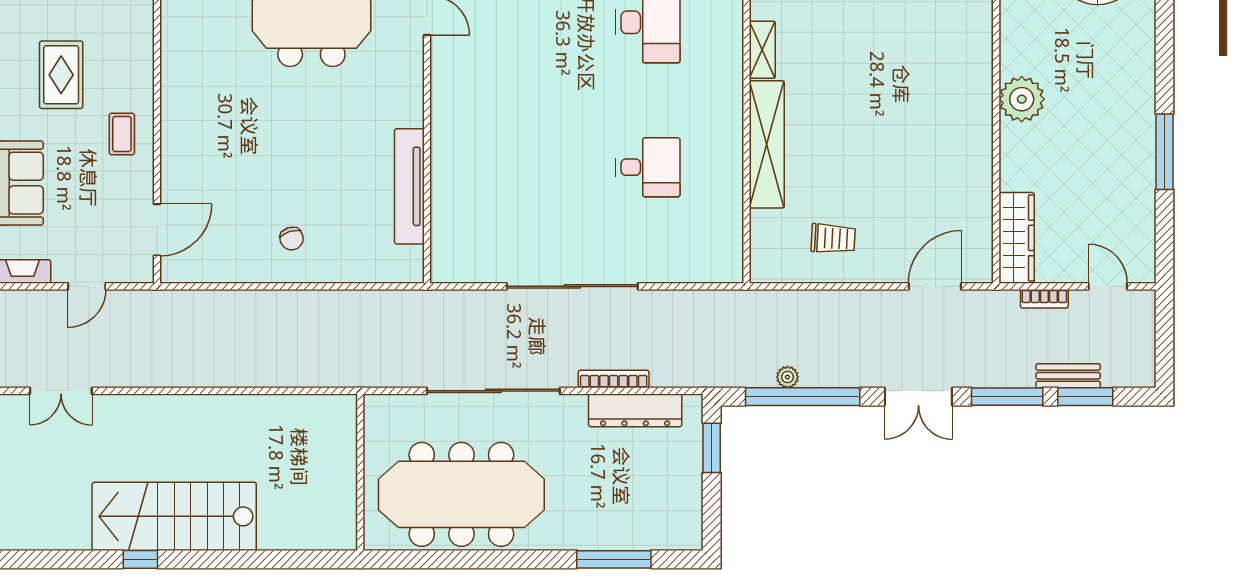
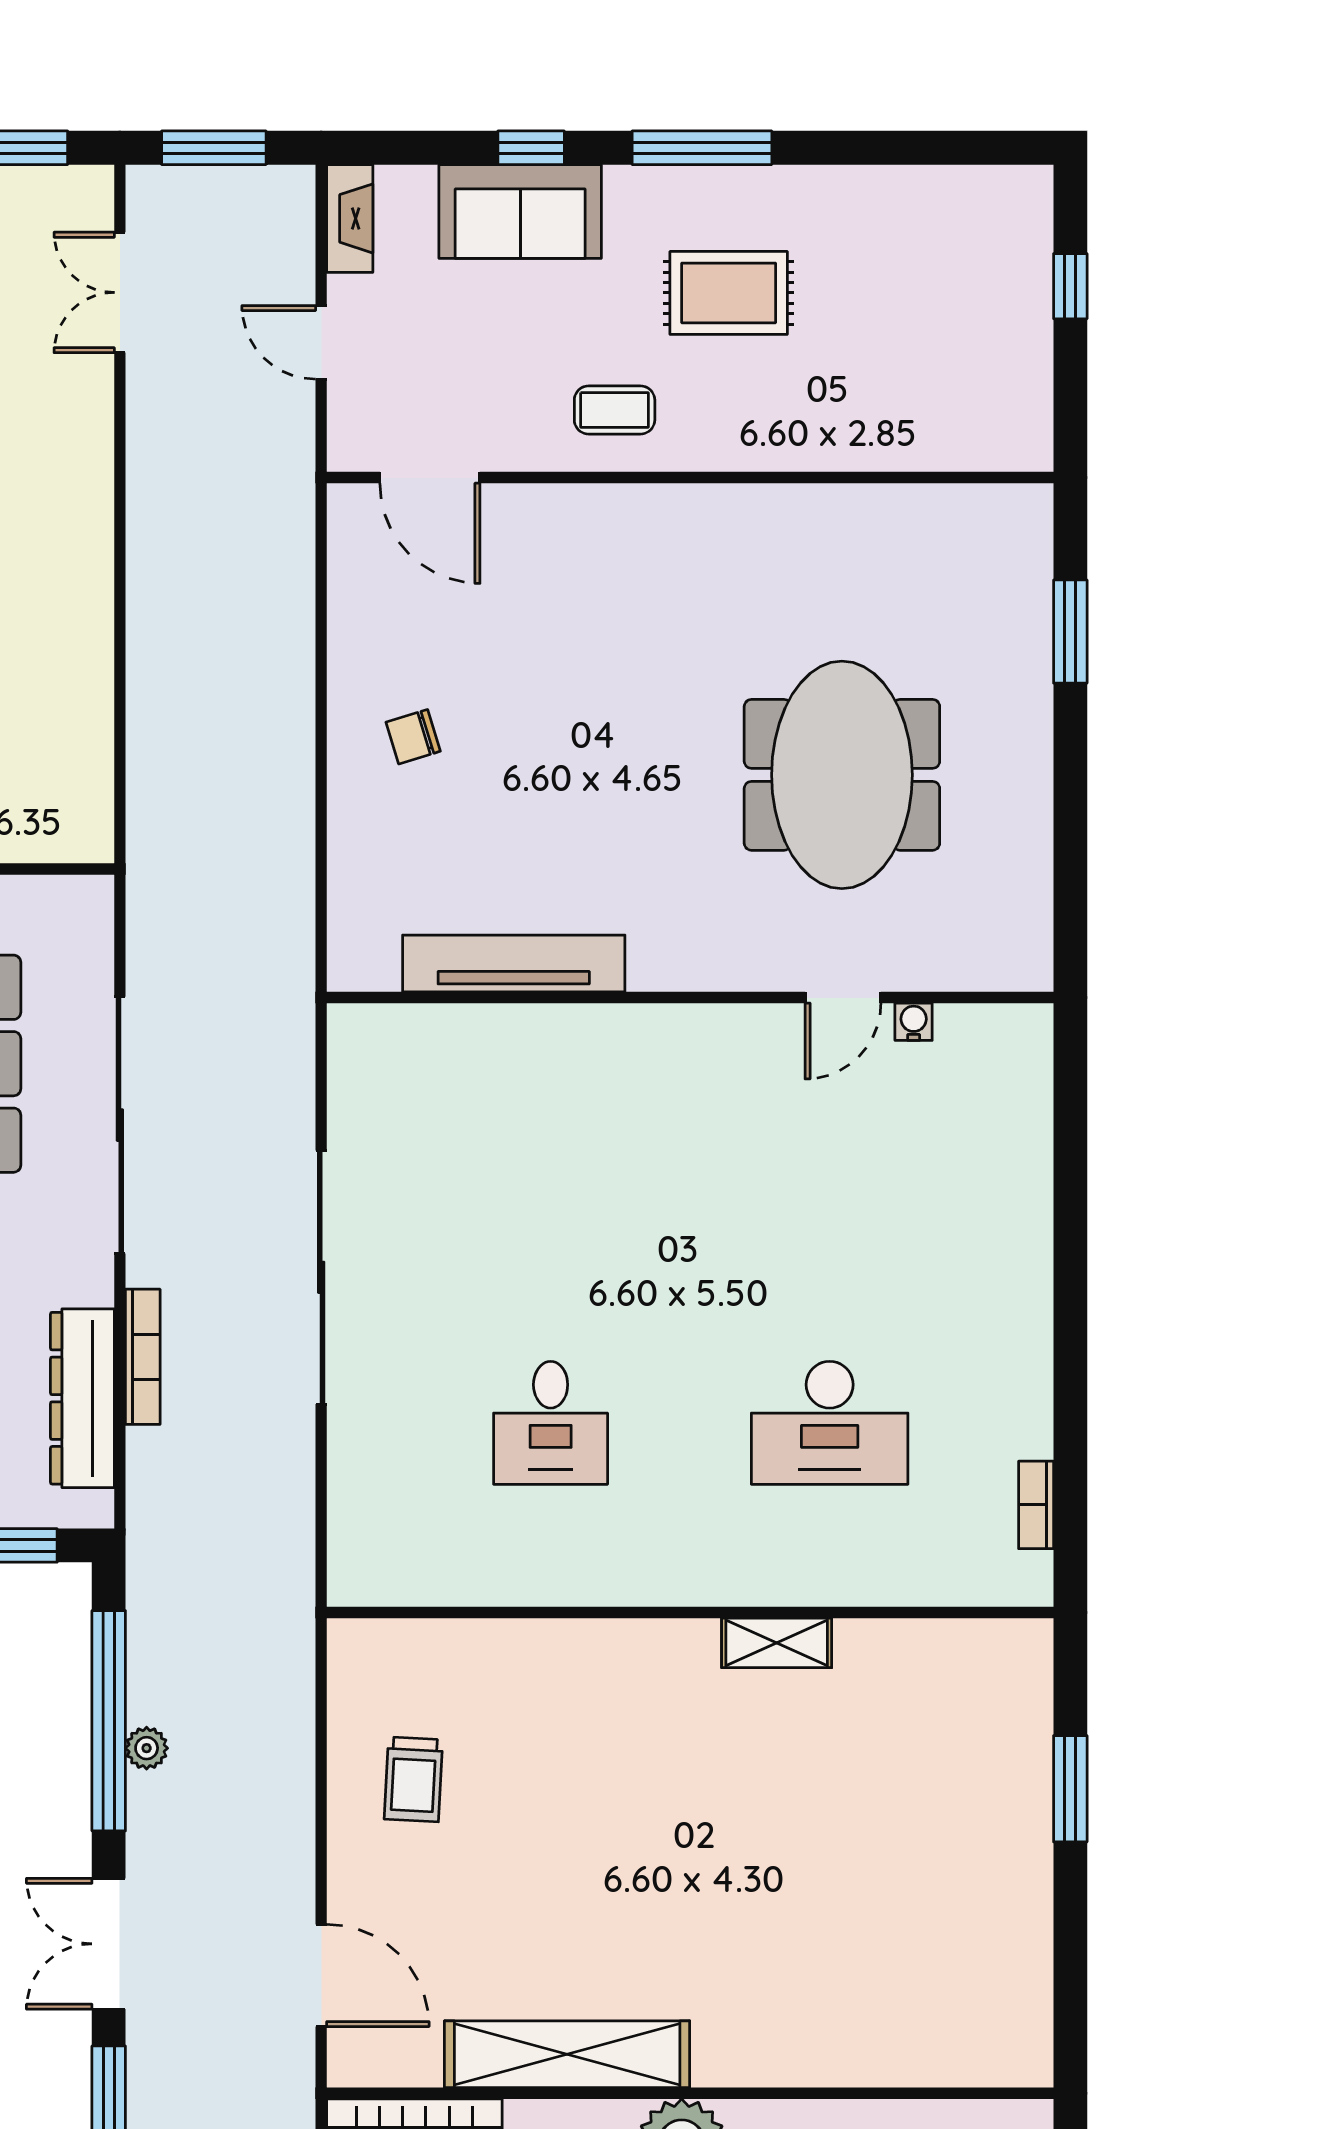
shelving: (767, 144) -> (567, 2054), moved
plant: (787, 377) -> (147, 1748), moved

